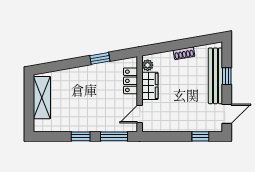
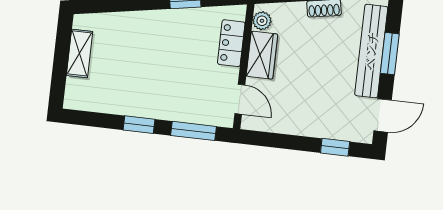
window: (227, 76) -> (390, 54), width x1.50
shelving: (42, 98) -> (80, 53), width x0.67, depth x0.75
door: (140, 114) -> (240, 99), swing flipped

